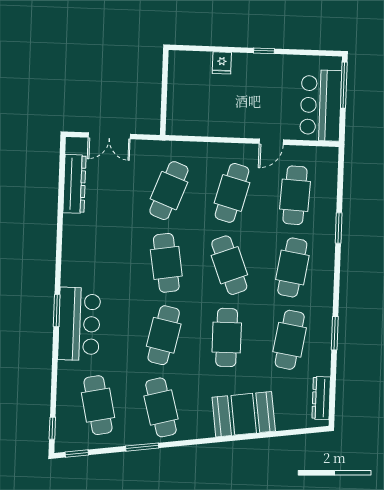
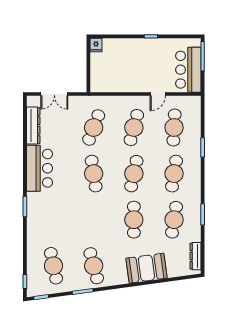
fridge: (222, 63) -> (96, 45), moved
cafe table: (229, 265) -> (134, 174), turned 33
bar counter: (79, 324) -> (40, 168), moved
cafe table: (164, 335) -> (94, 220), removed

